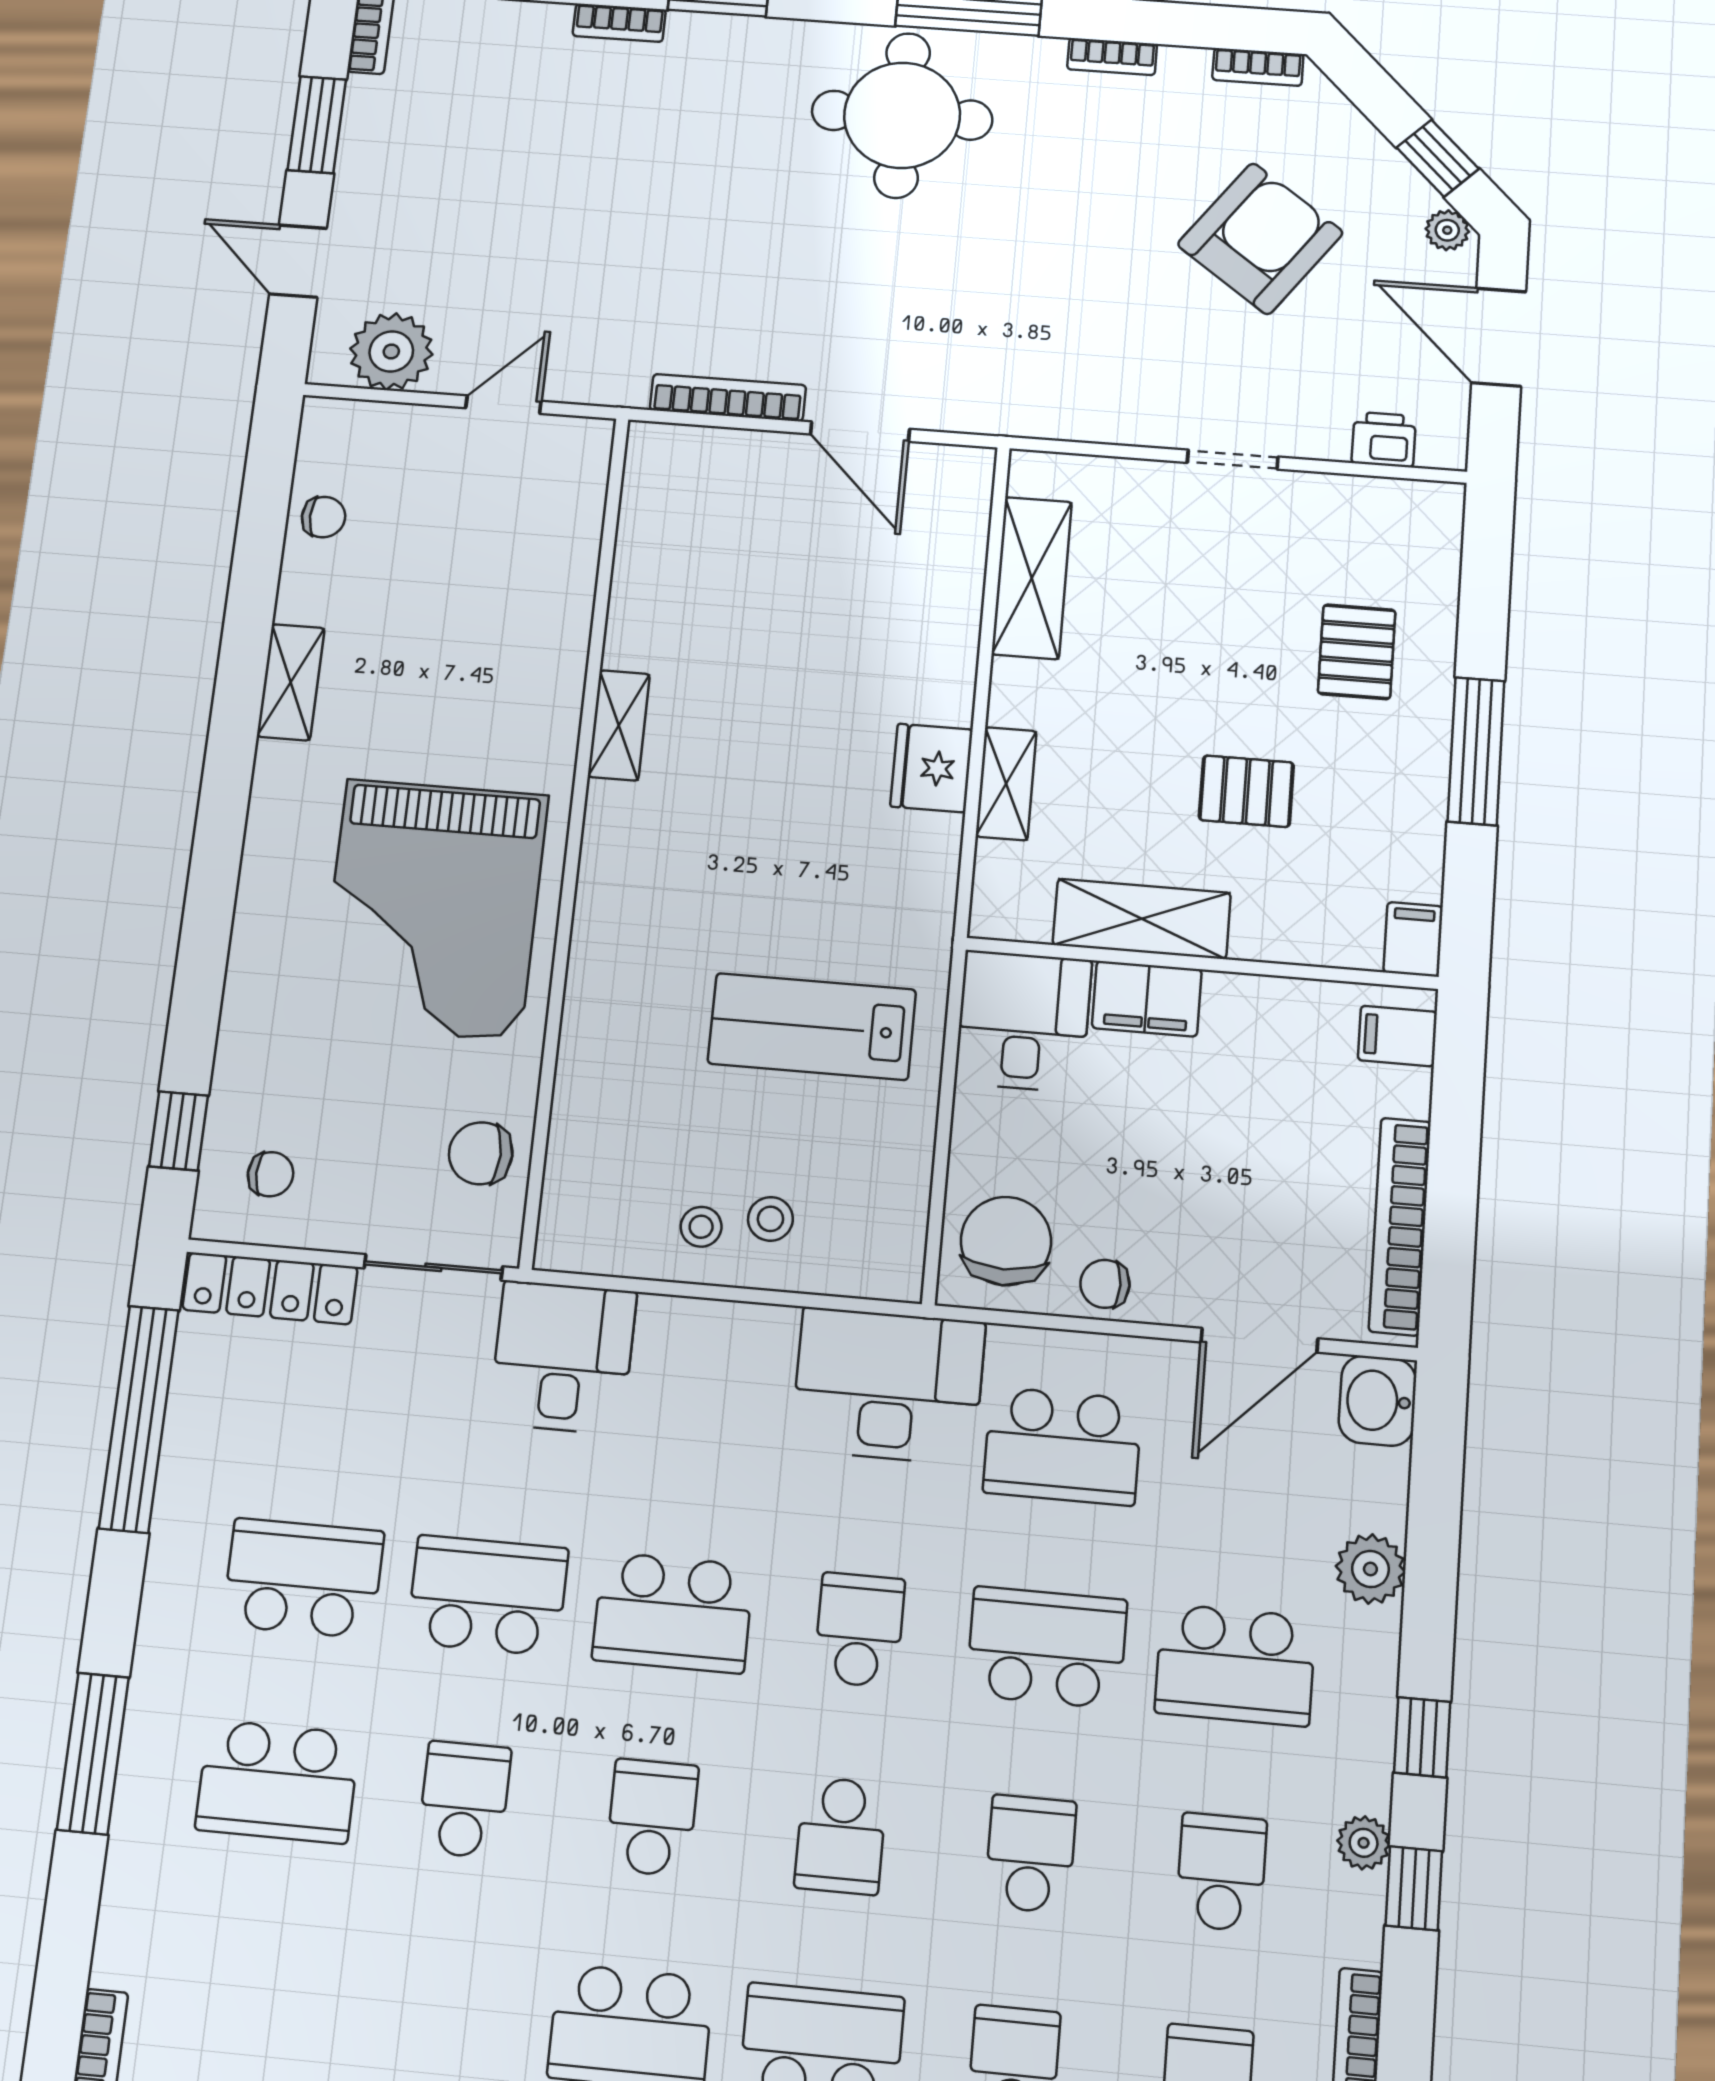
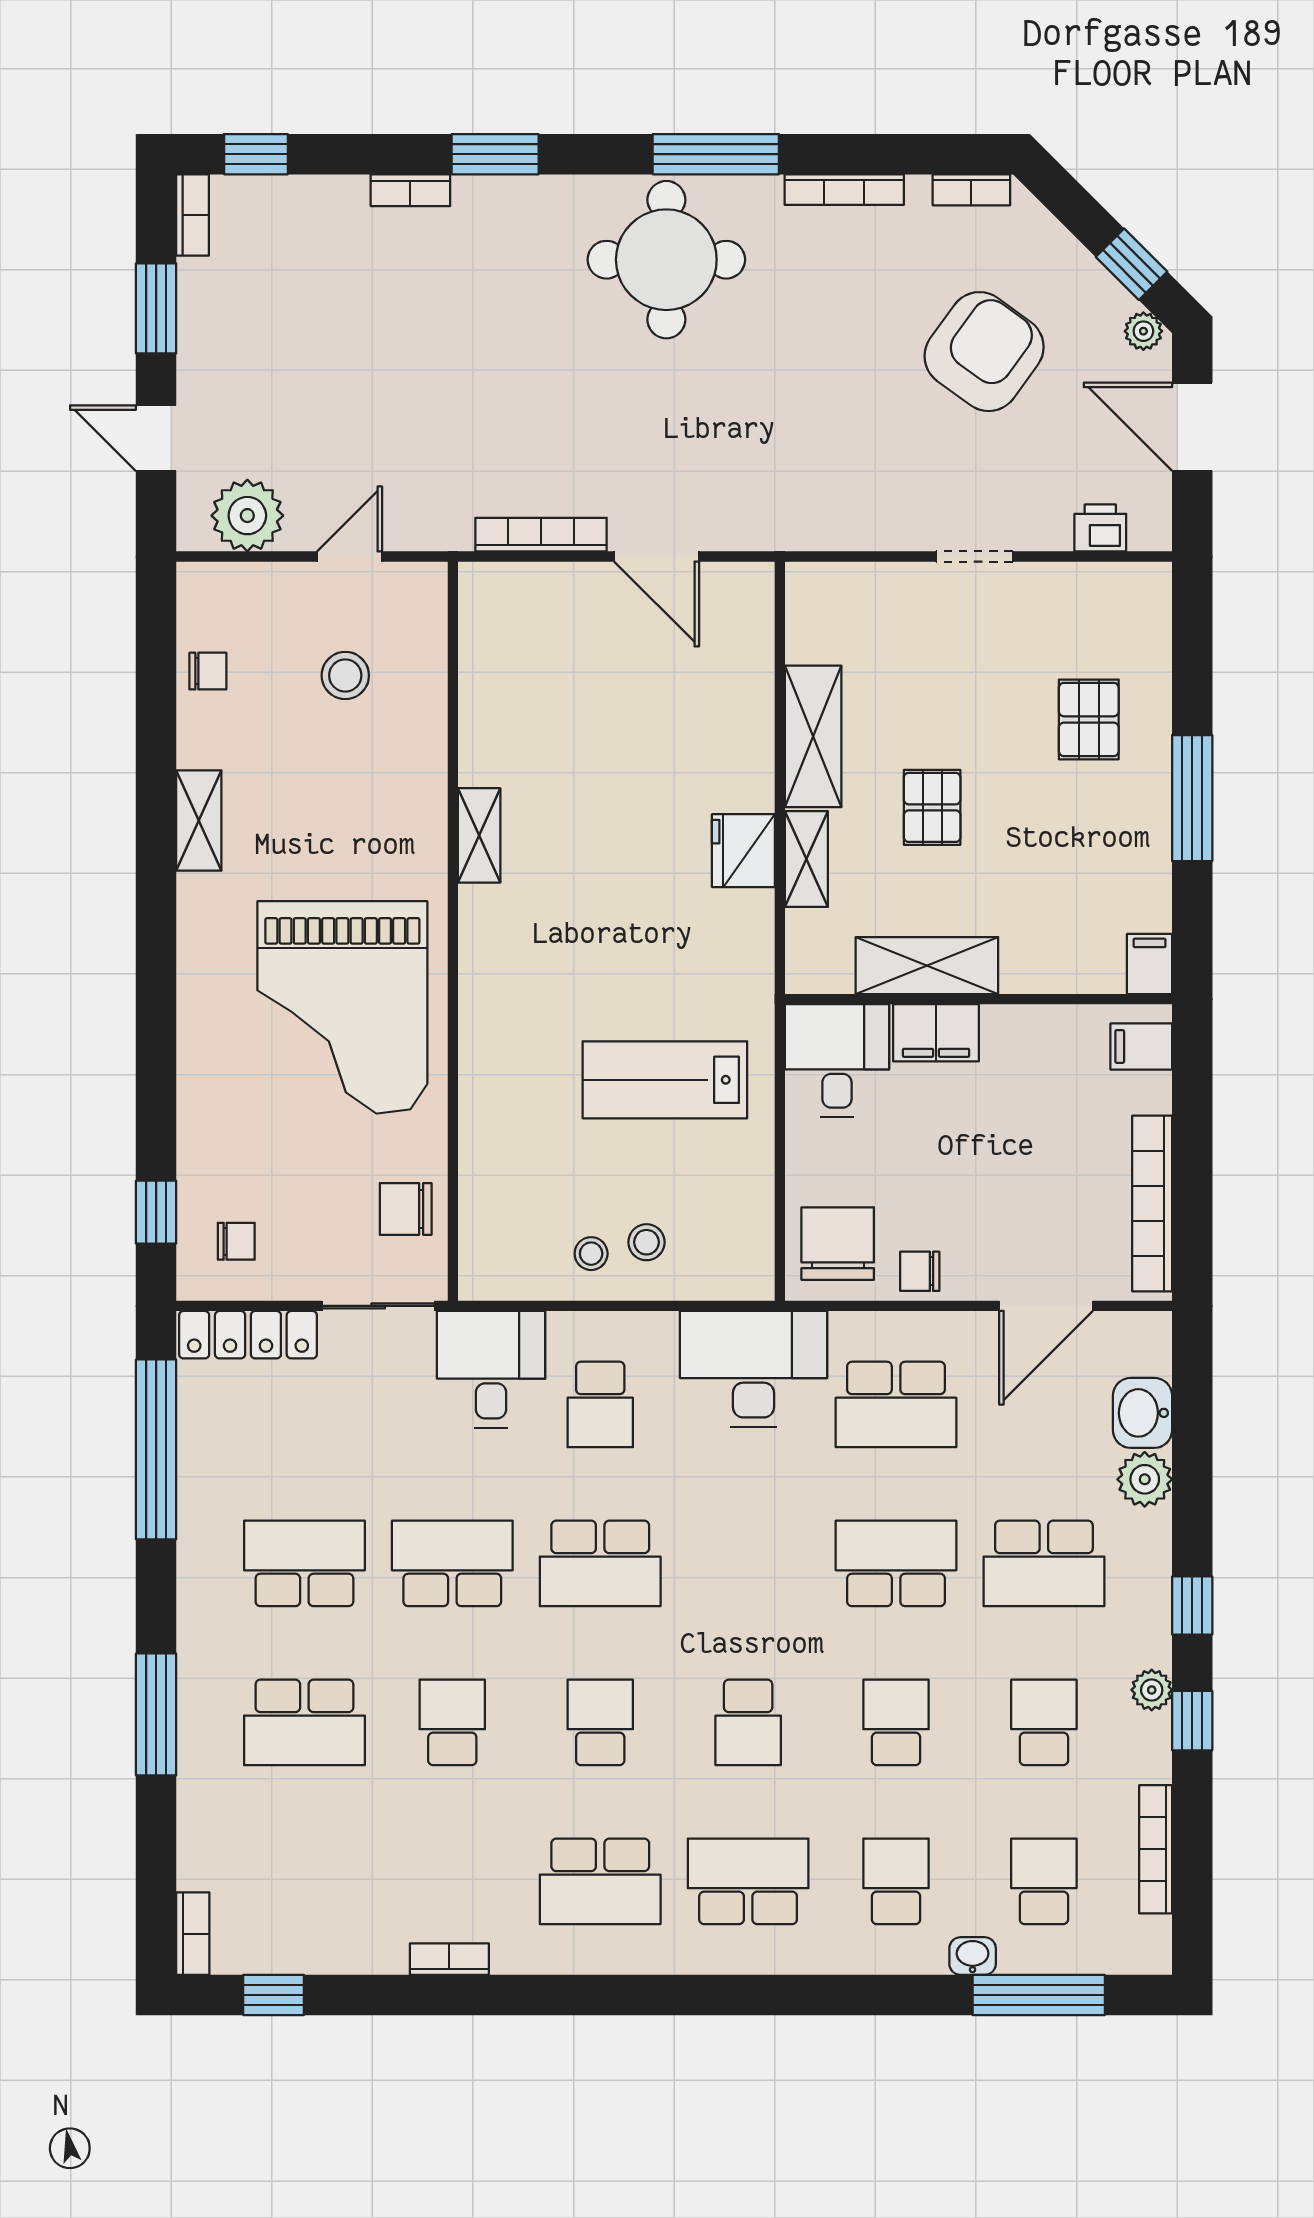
bookcase: (1112, 57) -> (844, 190), width x1.56
stool: (483, 534) -> (345, 675), added
shelving: (1032, 578) -> (813, 736), moved
pallet: (1246, 791) -> (932, 807), moved, turned 90
washbasin: (1377, 1401) -> (1143, 1413), moved
school desk: (859, 1630) -> (600, 1404), moved, turned 180

